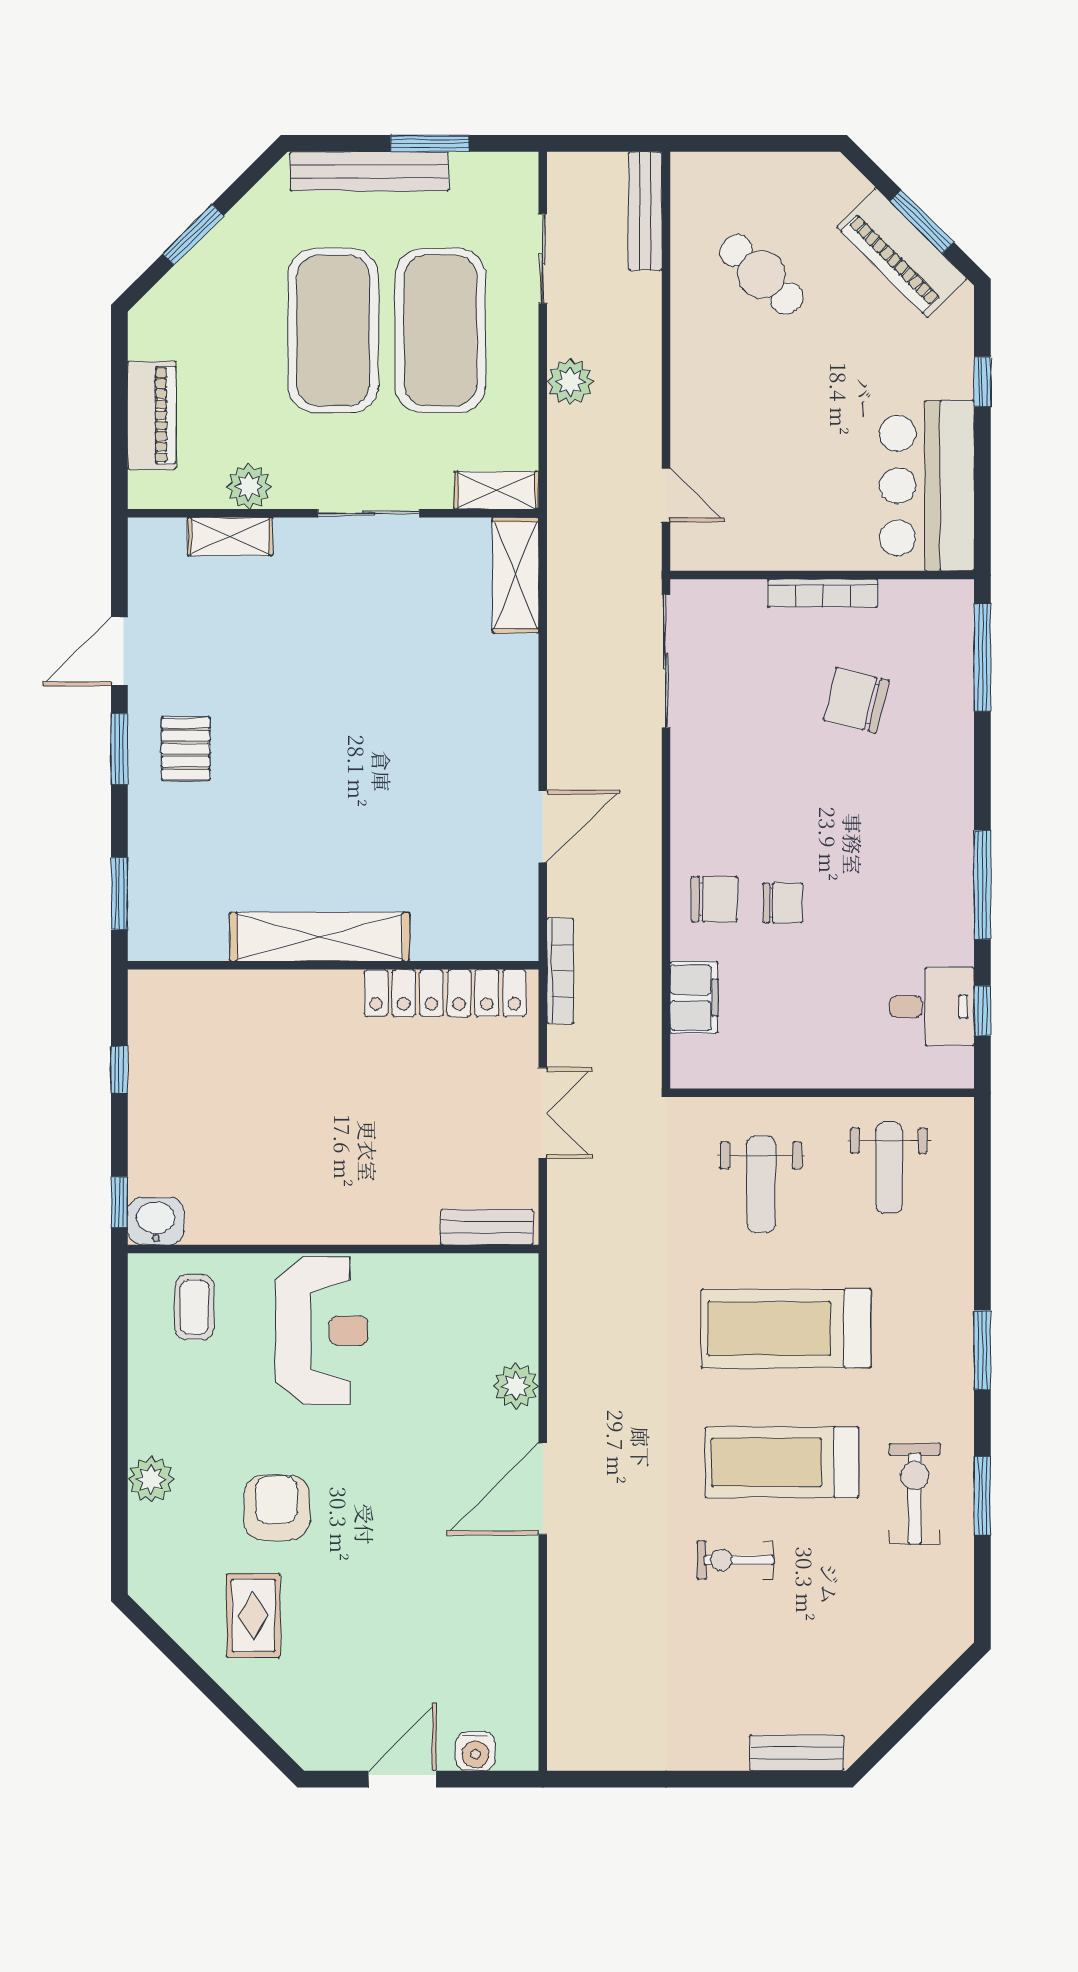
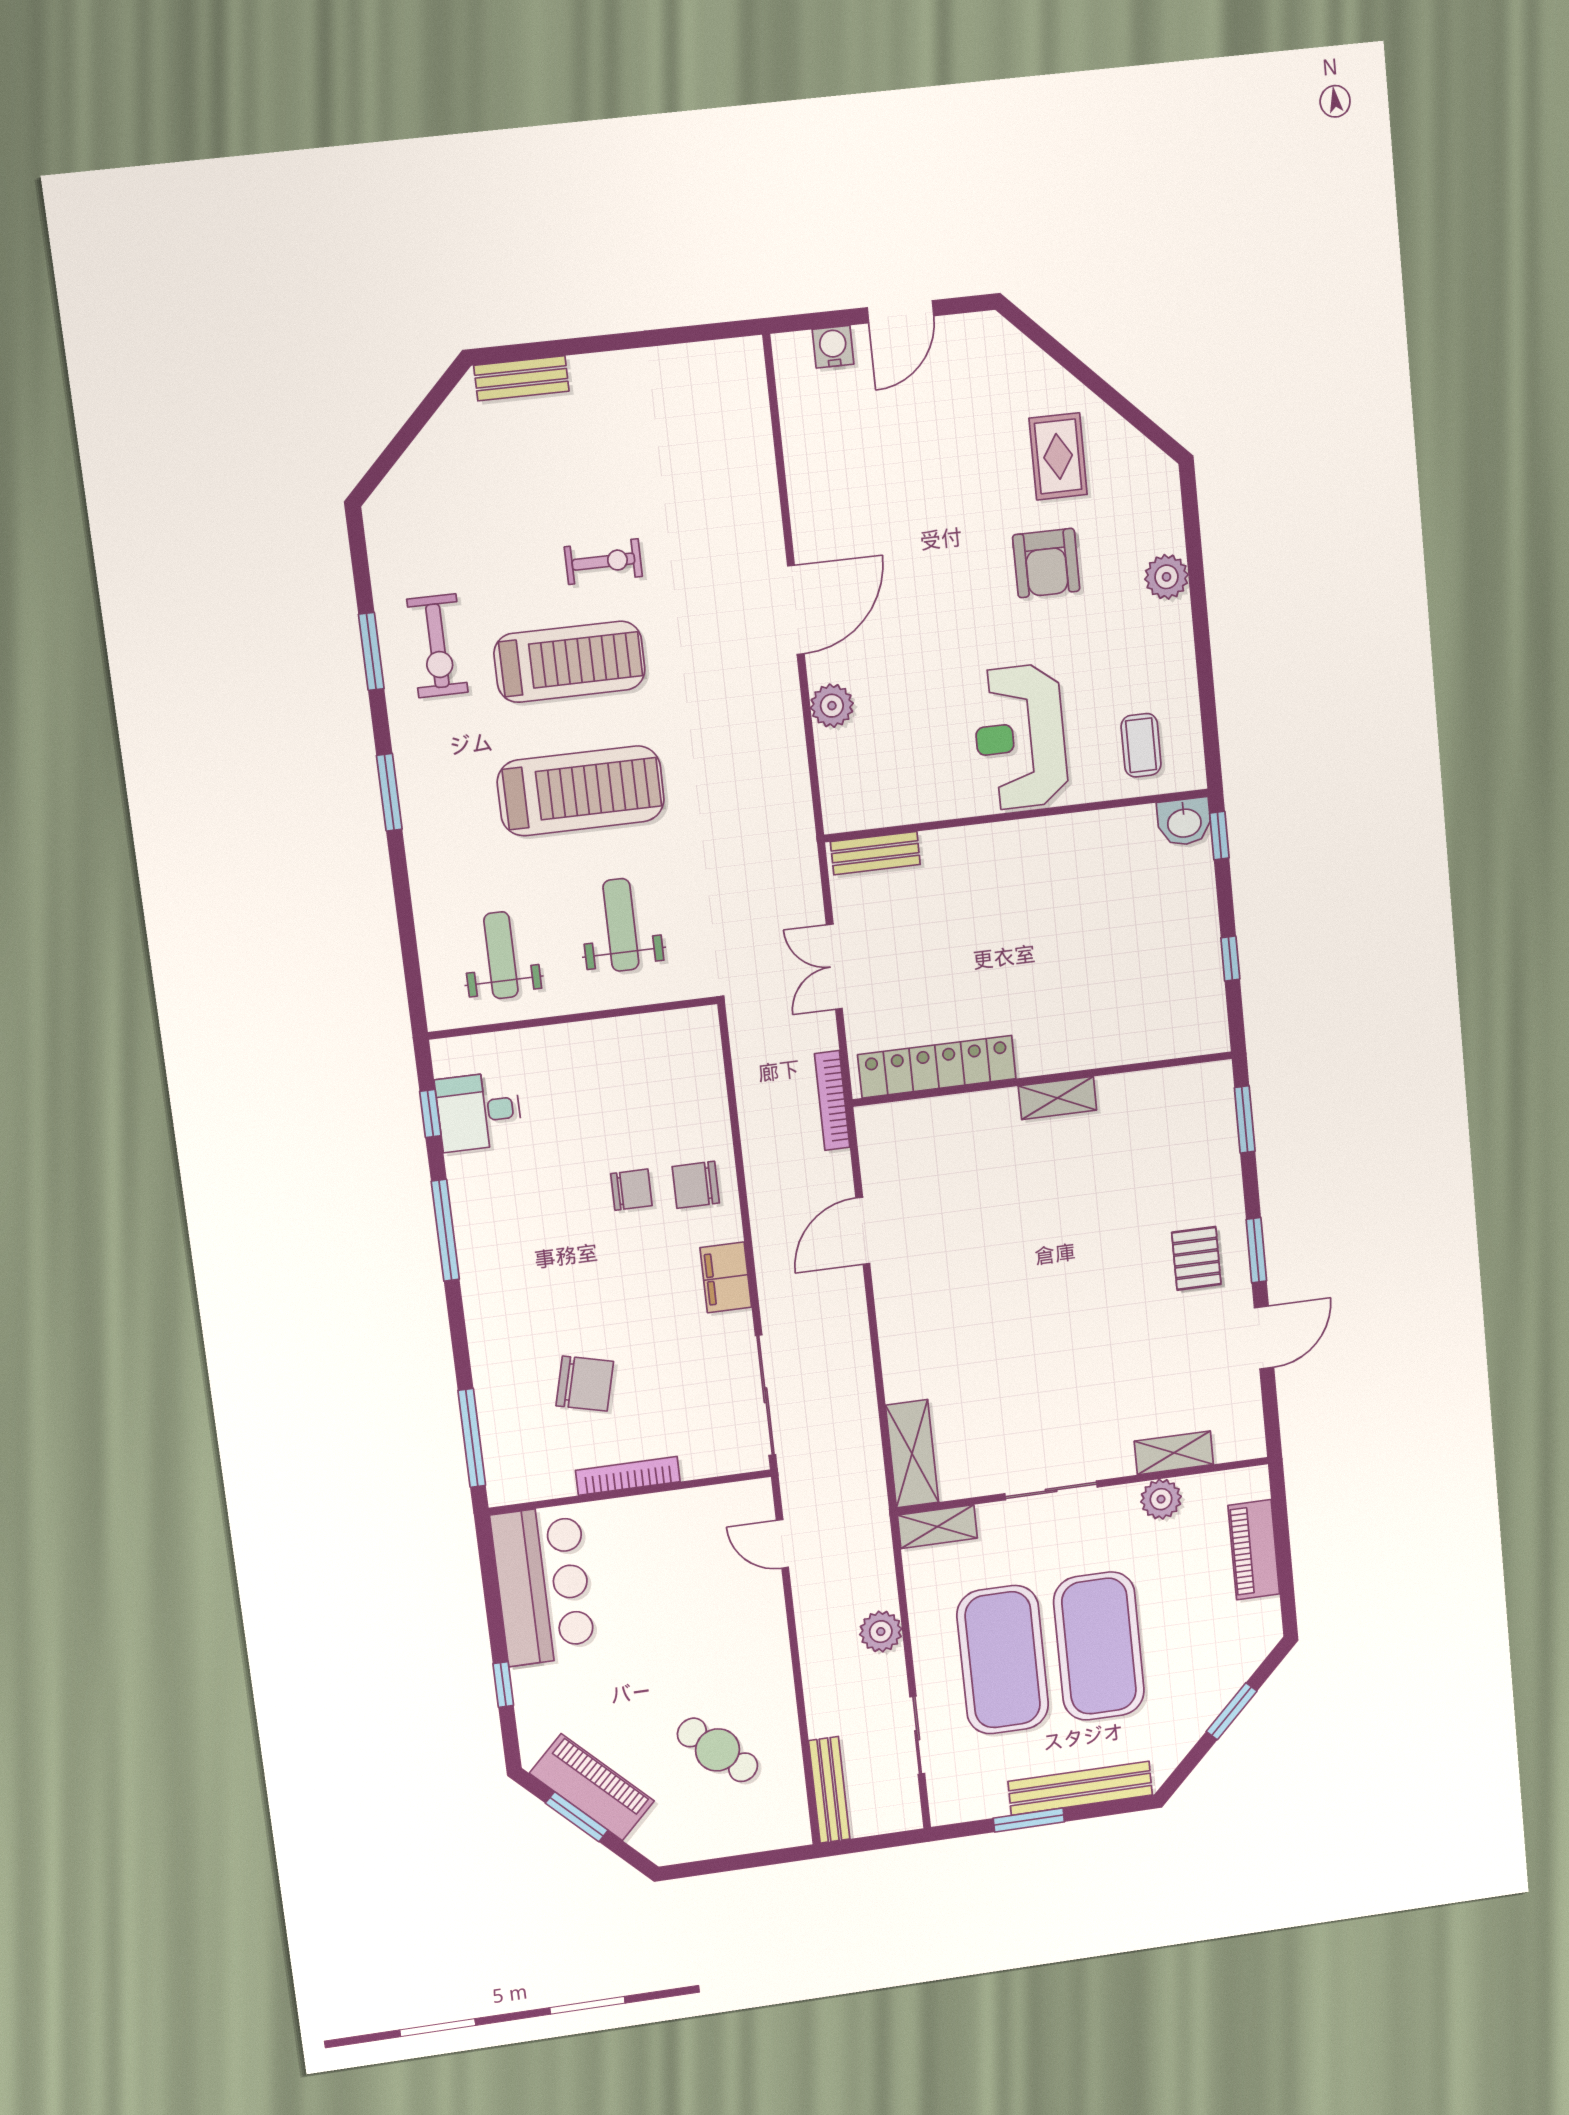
chair: (783, 903) -> (631, 1190), turned 180
shelving: (320, 937) -> (1057, 1098), width x0.45, depth x0.75
filing cabinet: (694, 998) -> (726, 1277), moved

